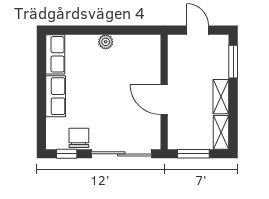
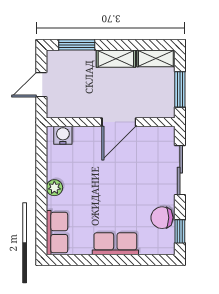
water cooler: (152, 49) -> (63, 135), added
row of seats: (55, 54) -> (57, 233), moved, turned 90
sliding door: (121, 154) -> (180, 170), width x0.73

